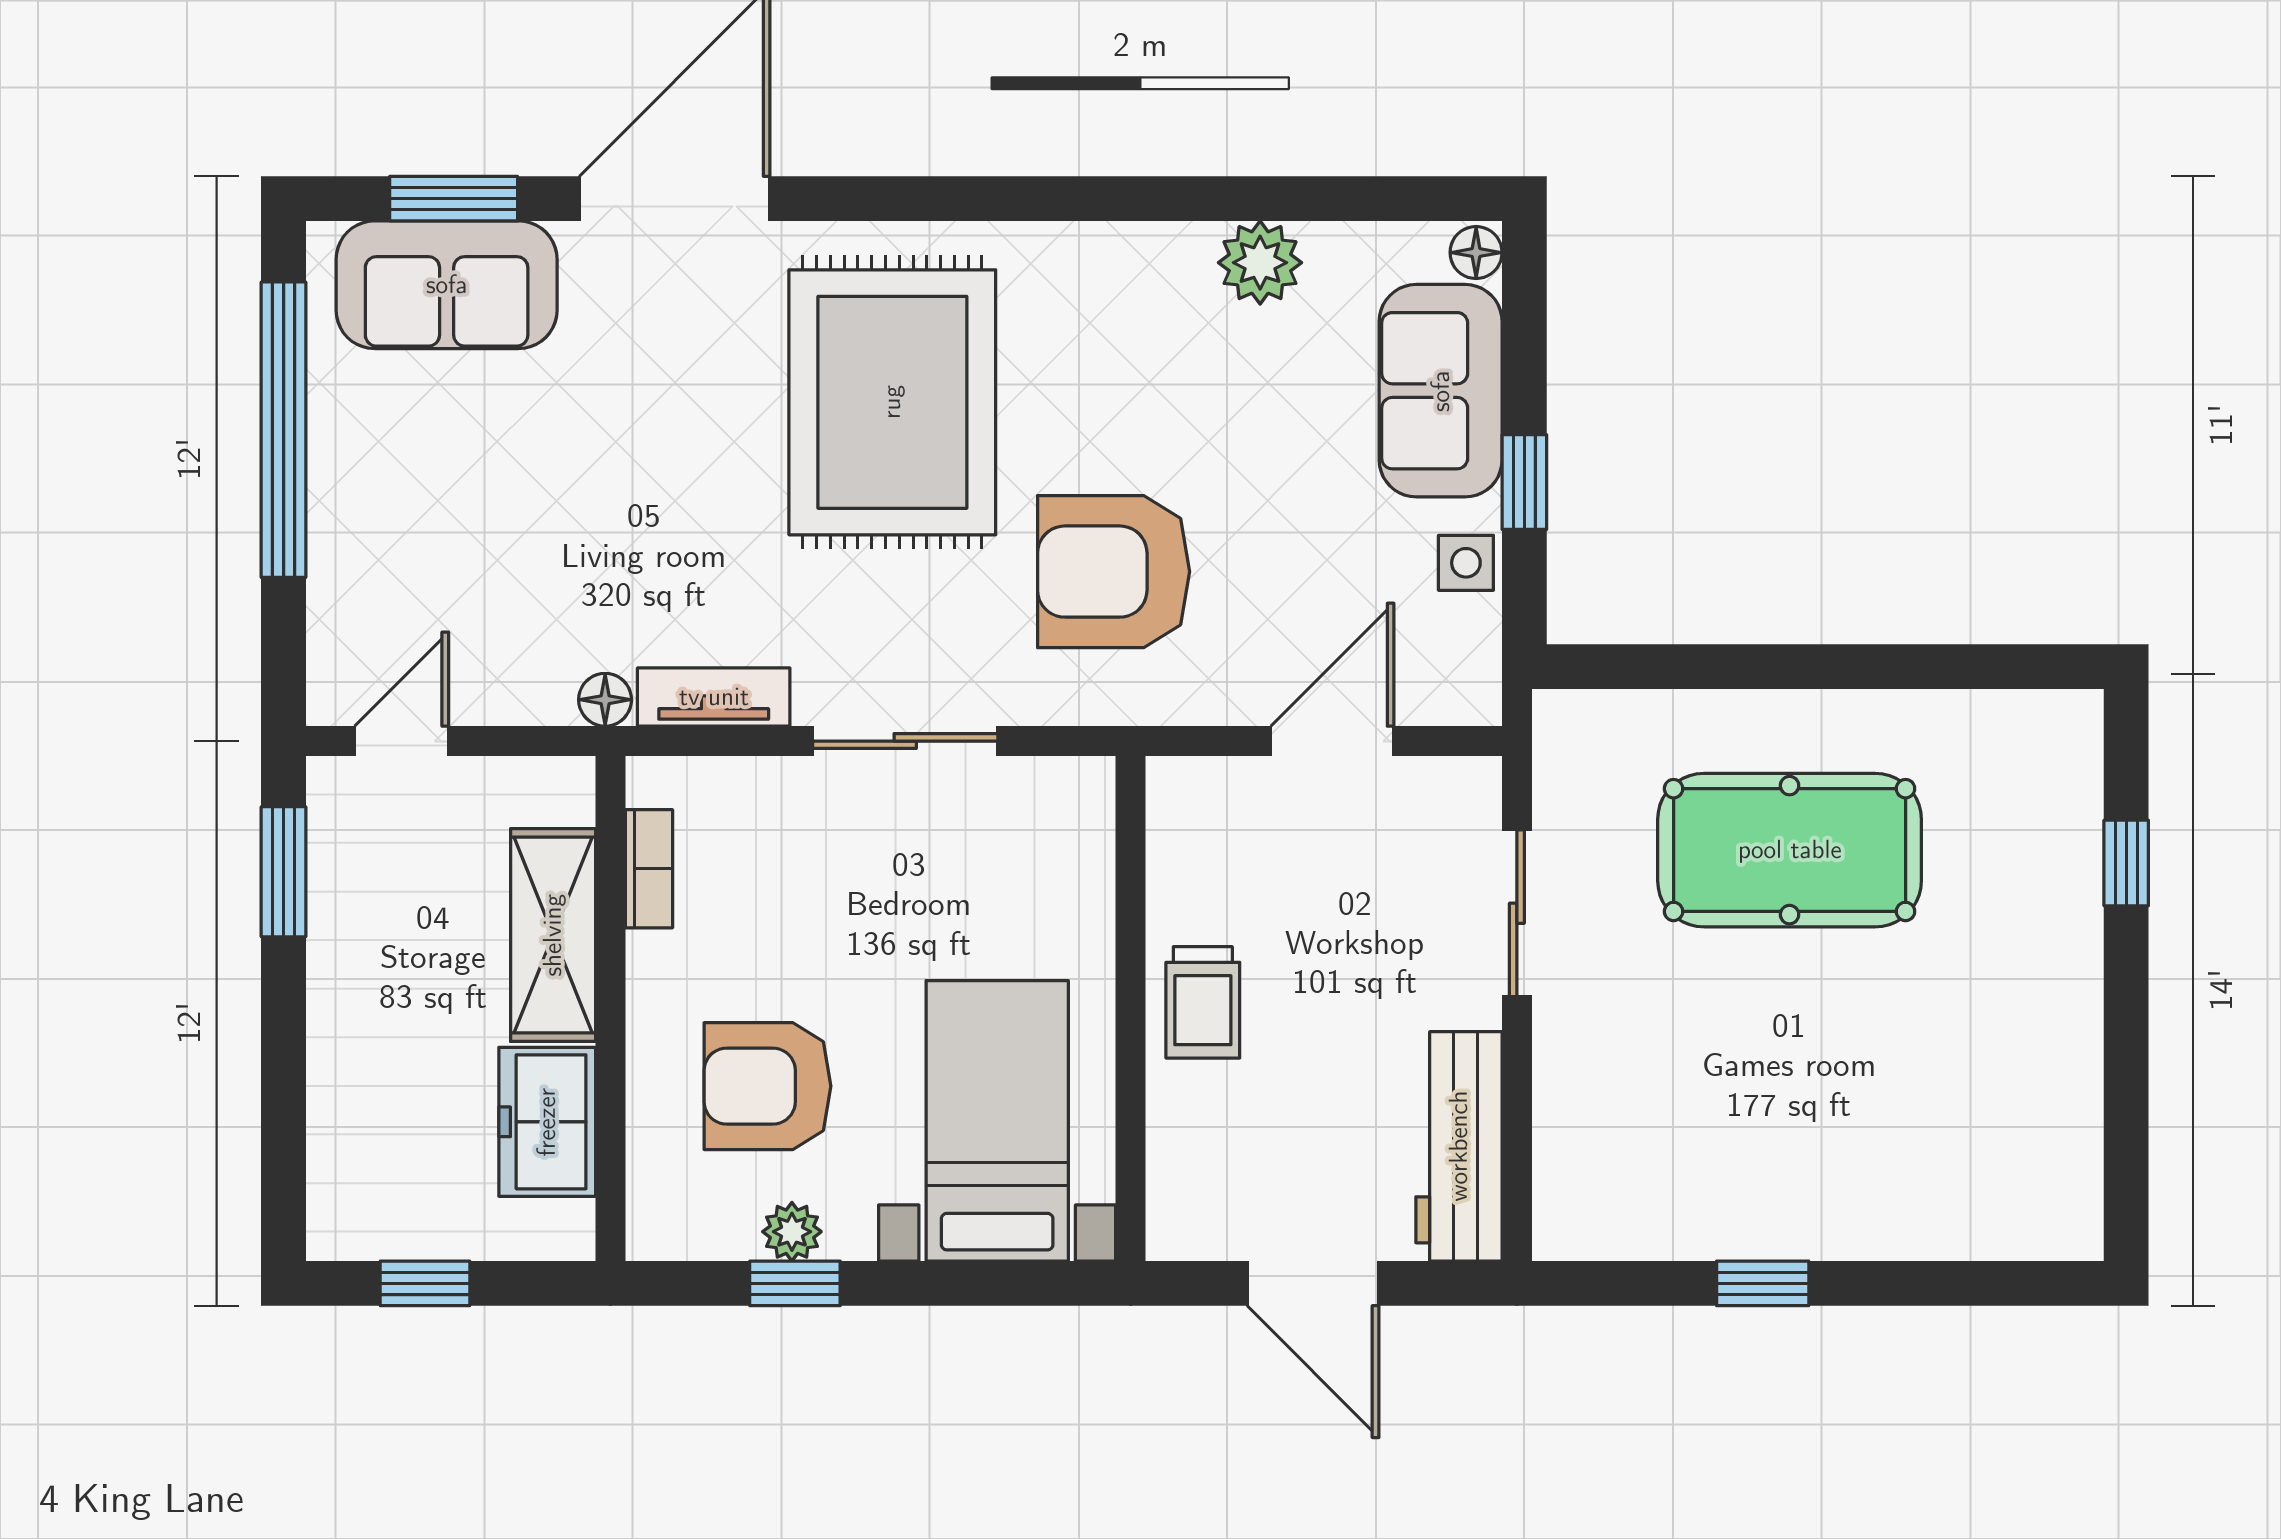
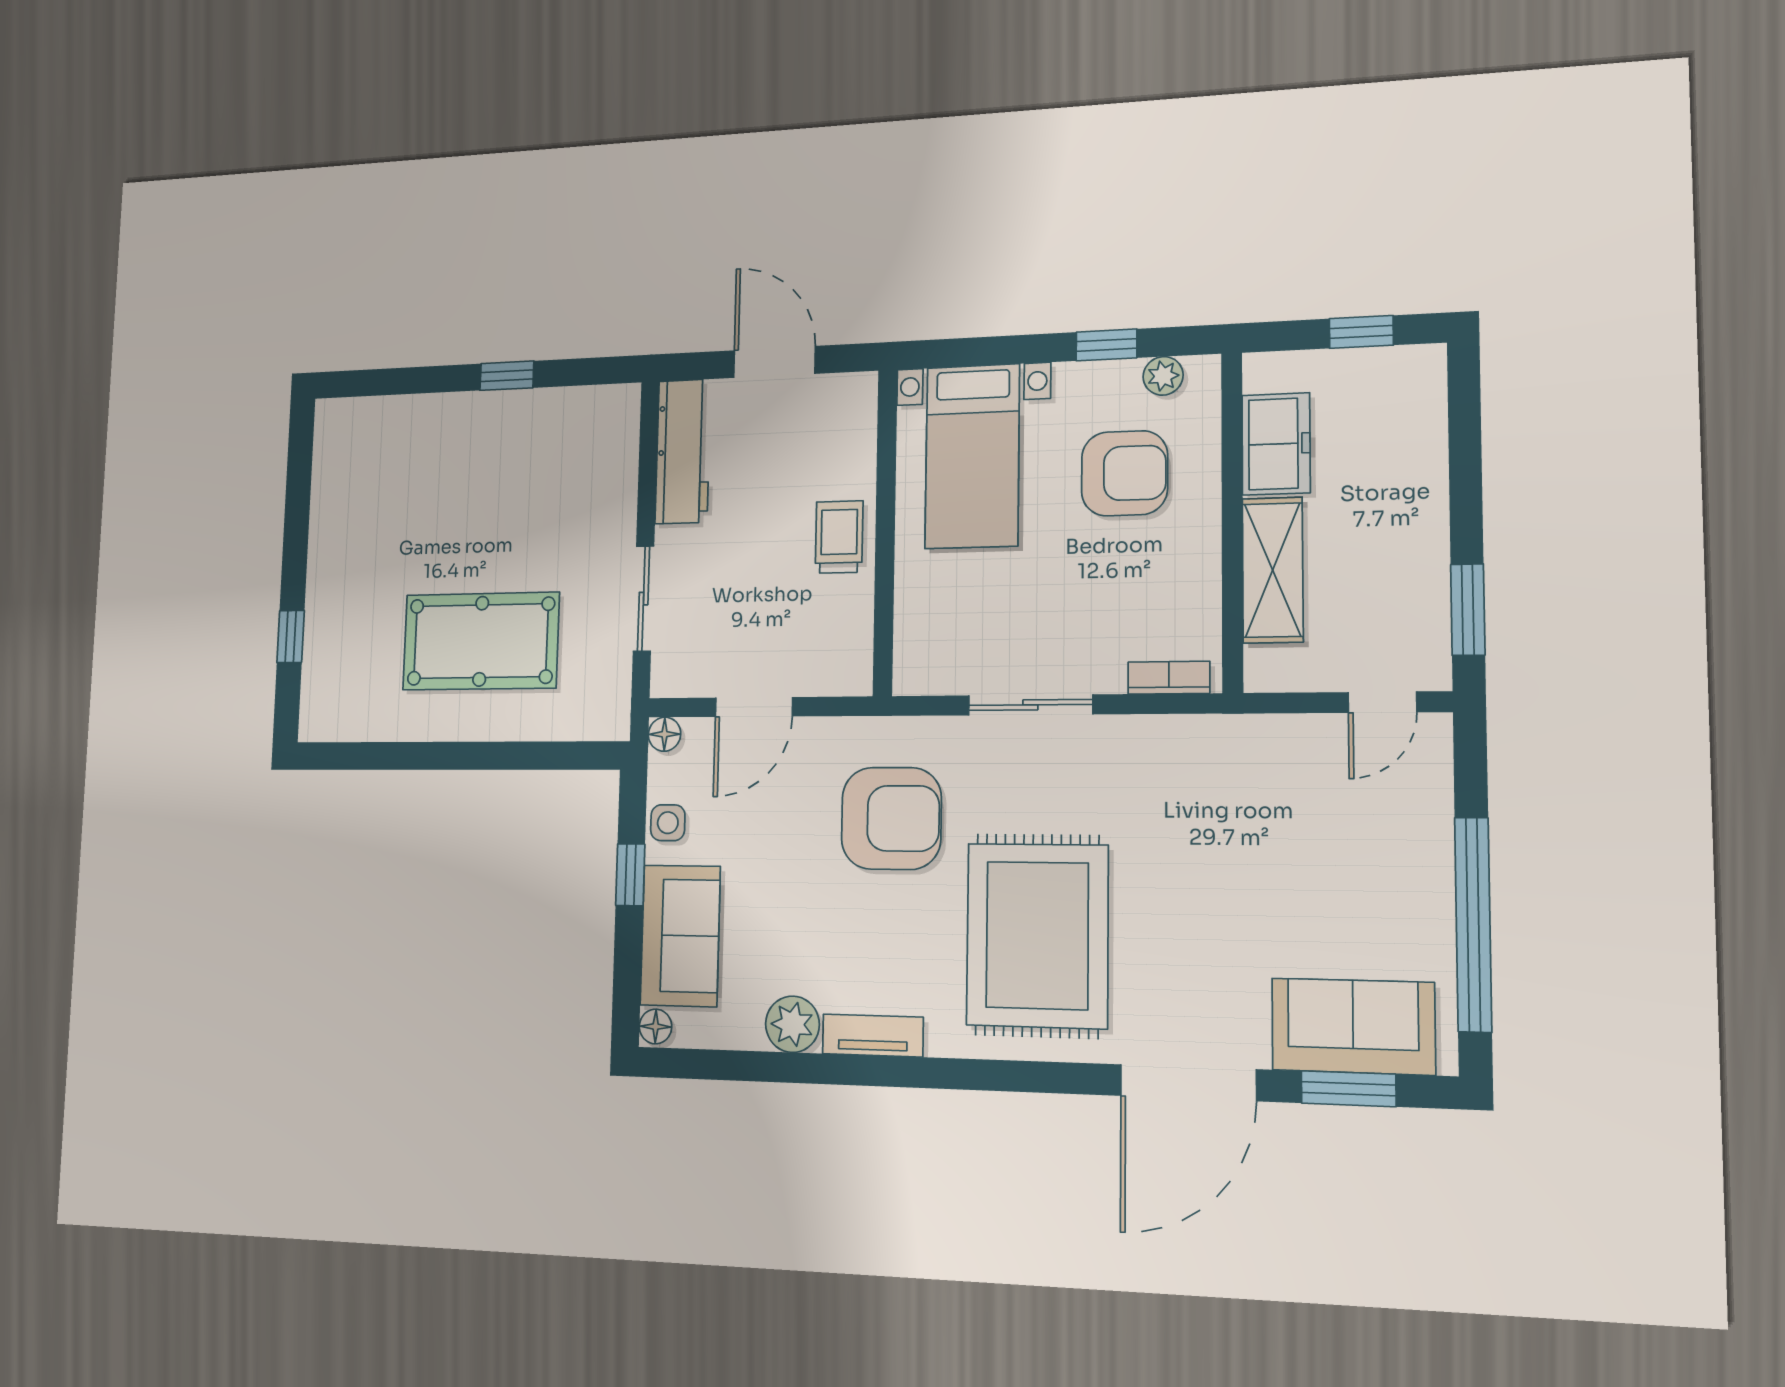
tv unit: (714, 697) -> (873, 1035), moved, turned 180
floor lamp: (605, 700) -> (664, 734), moved
bookcase: (649, 869) -> (1169, 678), moved, turned 90
plant: (792, 1232) -> (1163, 376), moved

